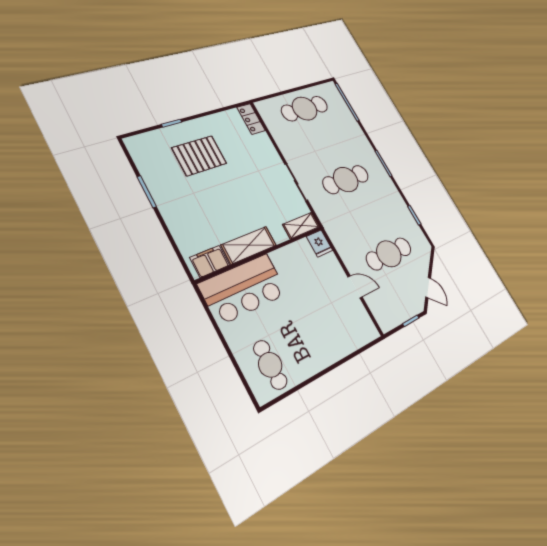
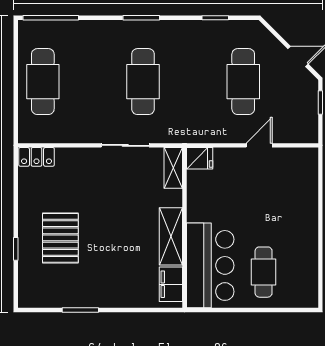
cafe table: (270, 365) -> (264, 272), moved, turned 90

